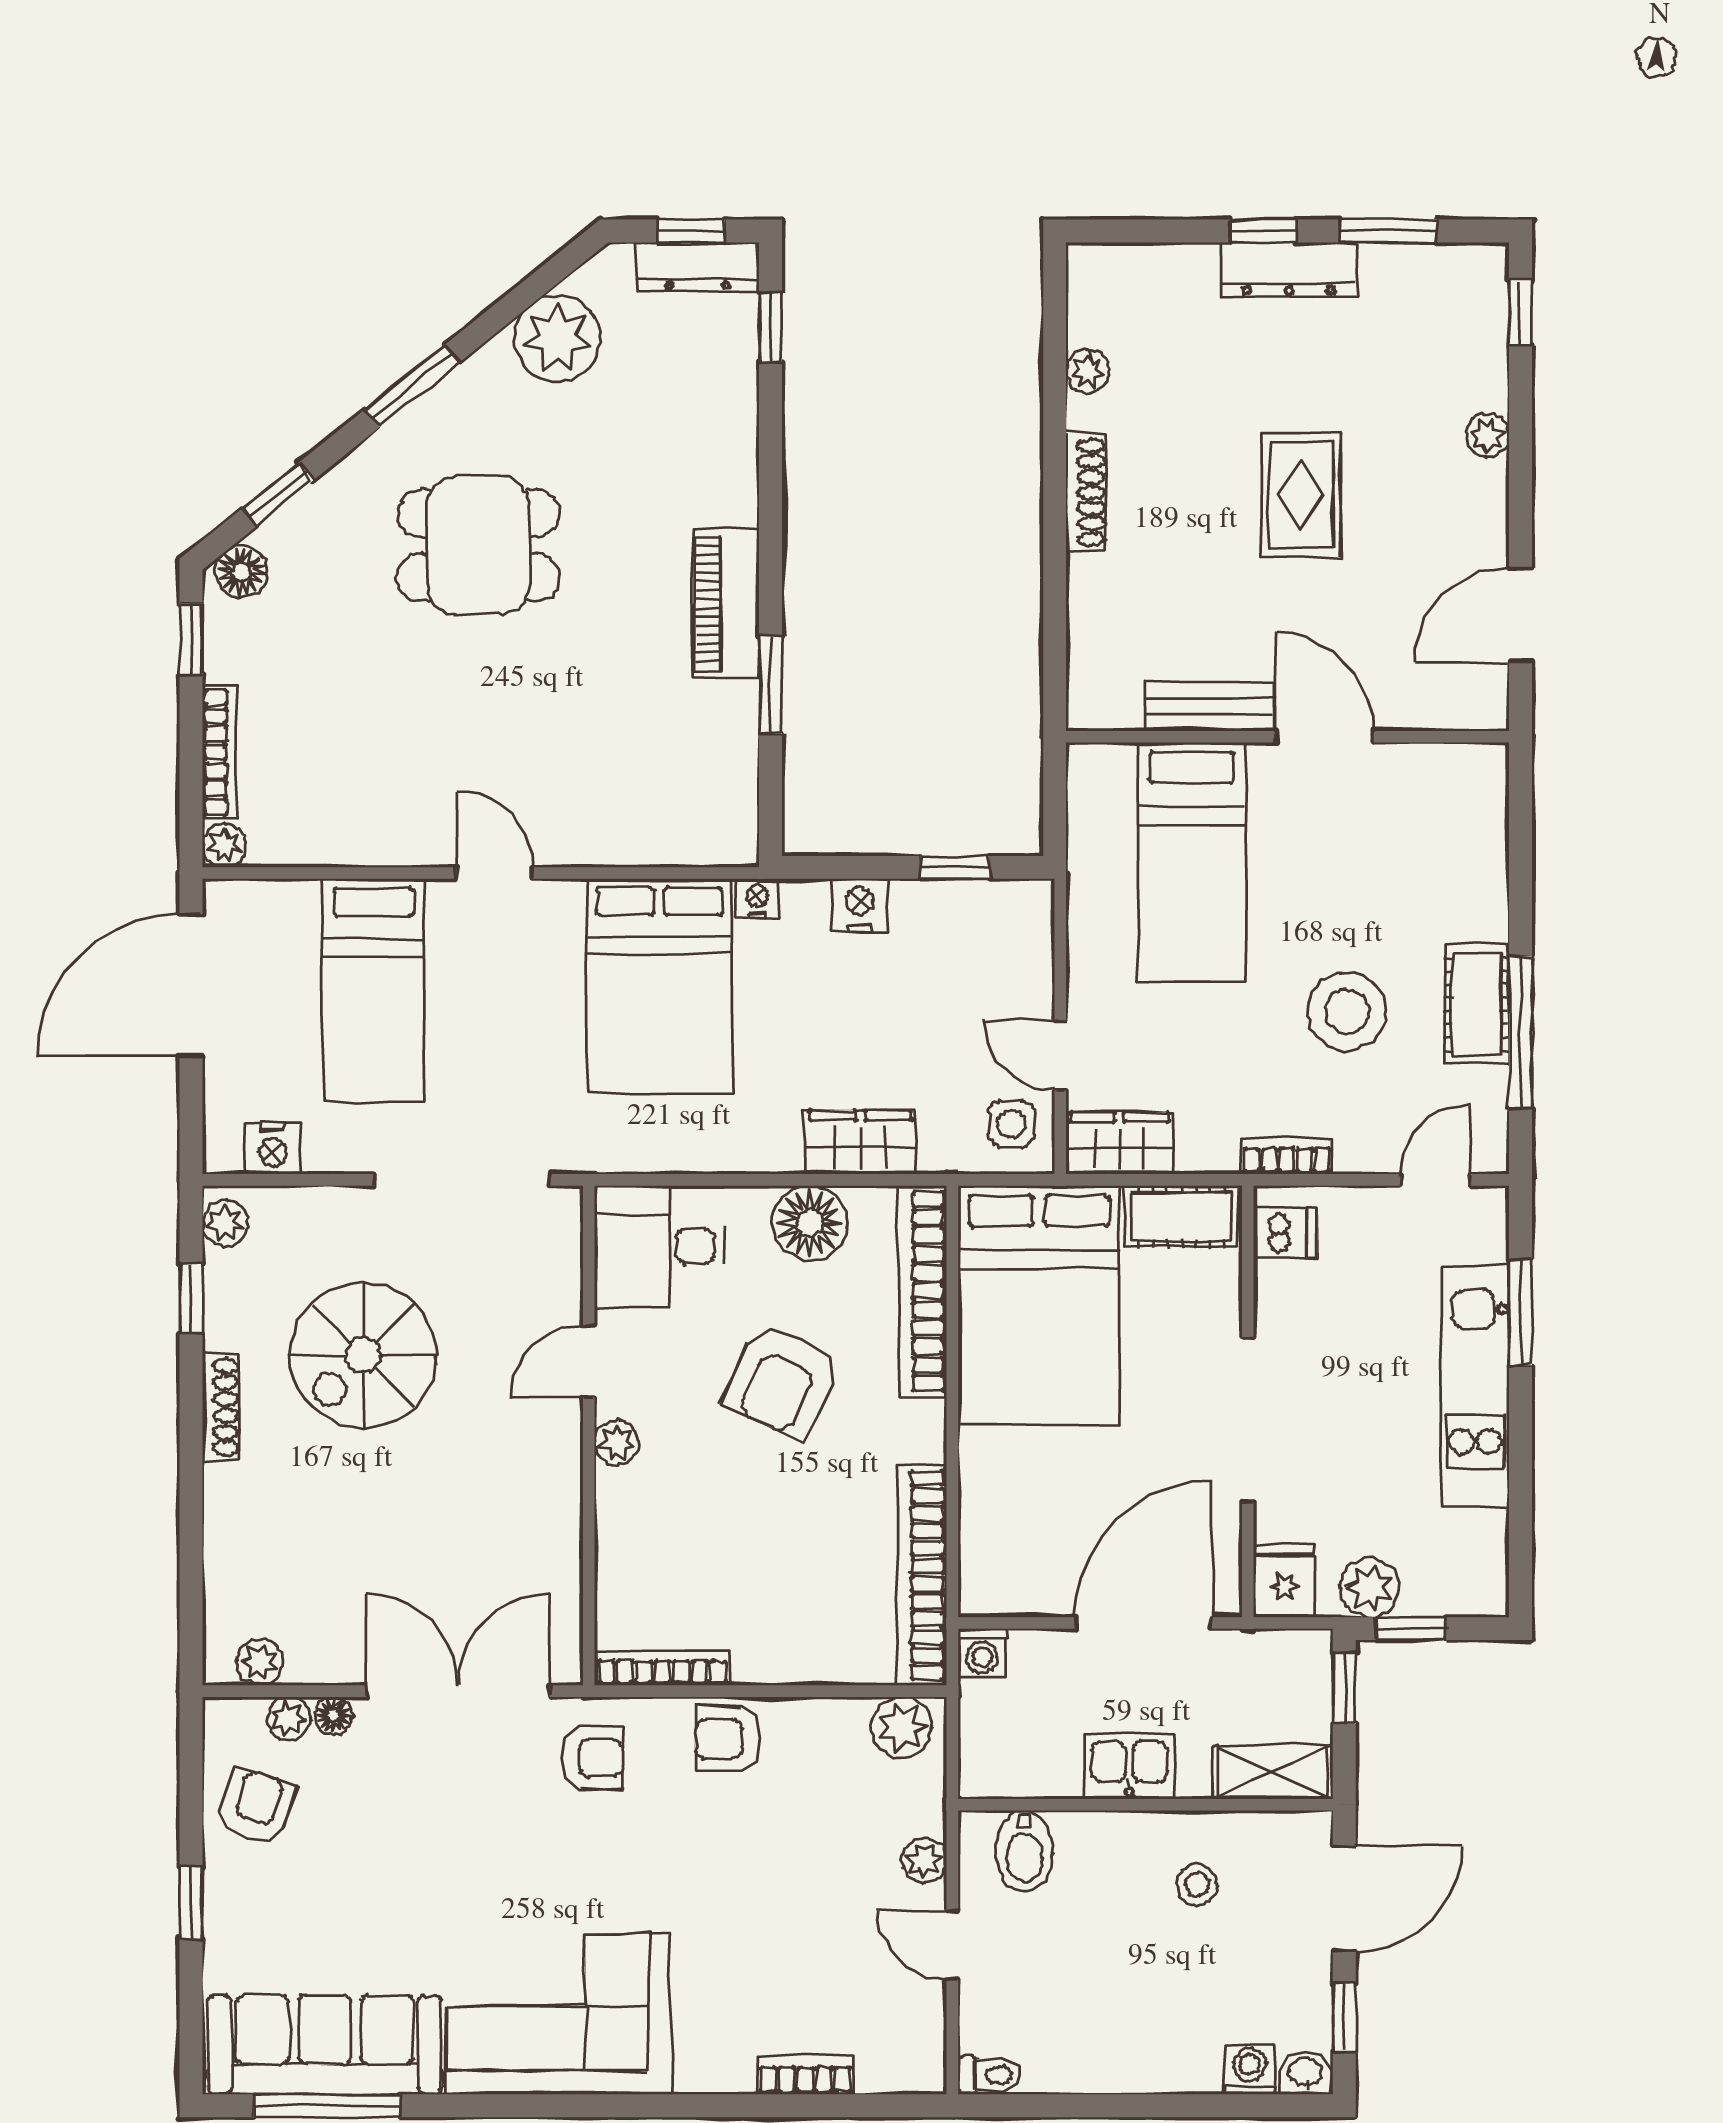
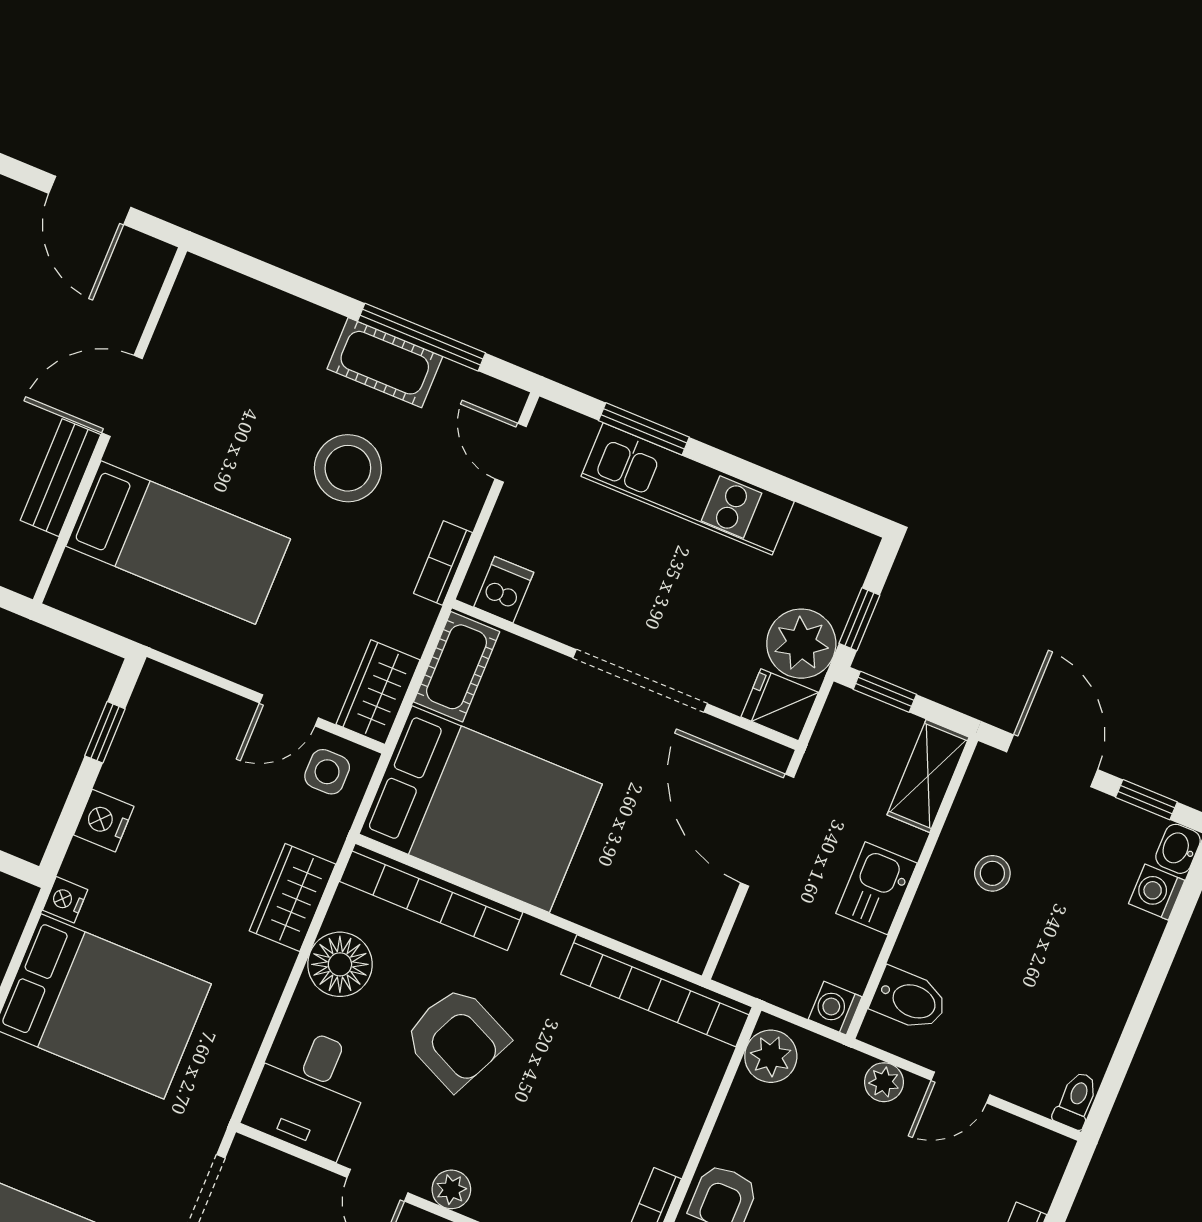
plant: (1370, 1588) -> (801, 644), width x1.36, depth x1.36
washing machine: (982, 1653) -> (835, 1008), moved, turned 180

